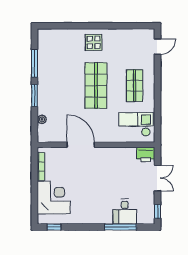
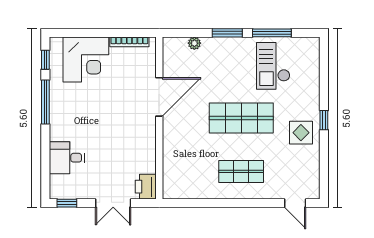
window: (98, 26) -> (324, 120), added
display table: (94, 42) -> (301, 133), moved
checkout: (136, 124) -> (273, 66), moved, turned 180
window: (120, 227) -> (45, 102), moved

